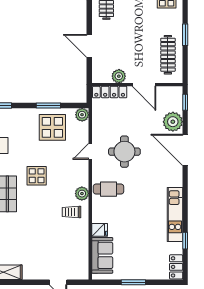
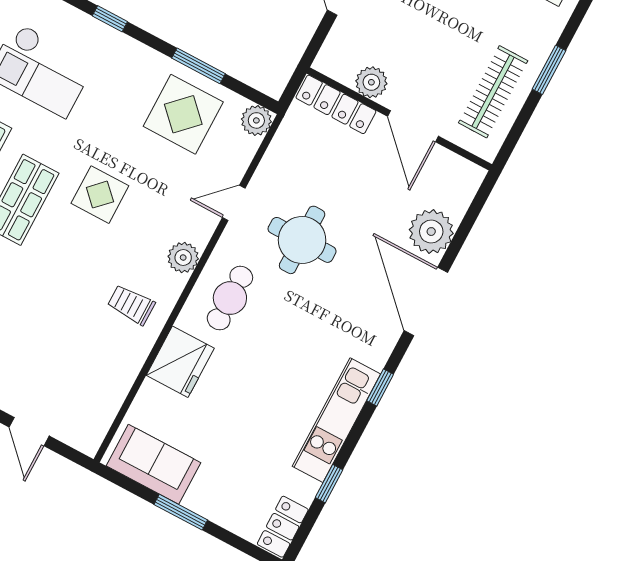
window: (185, 102) -> (380, 387), moved
cafe table: (108, 189) -> (230, 298), turned 90
plant: (82, 194) -> (183, 258), moved
fridge: (100, 230) -> (180, 362), width x1.88, depth x1.34
sofa: (102, 255) -> (153, 464), moved, turned -90

